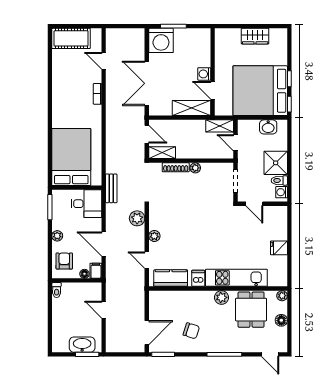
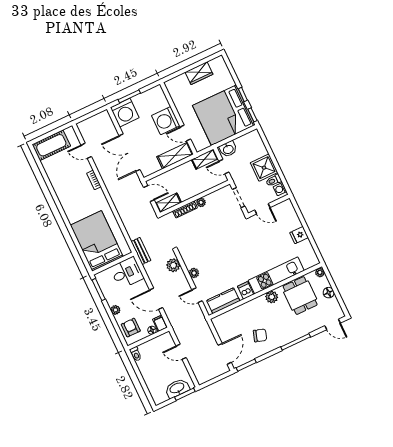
washing machine: (204, 74) -> (166, 121), width x1.89, depth x1.89
washbasin: (268, 127) -> (228, 149), moved

